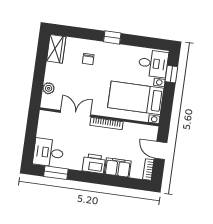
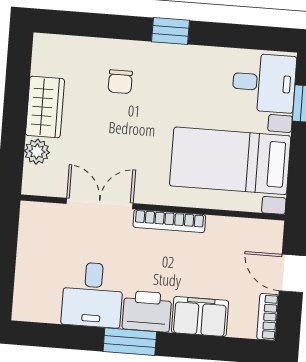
wardrobe: (56, 49) -> (45, 107), moved
desk: (48, 153) -> (93, 295), moved, turned -90
window: (56, 173) -> (130, 342), moved

